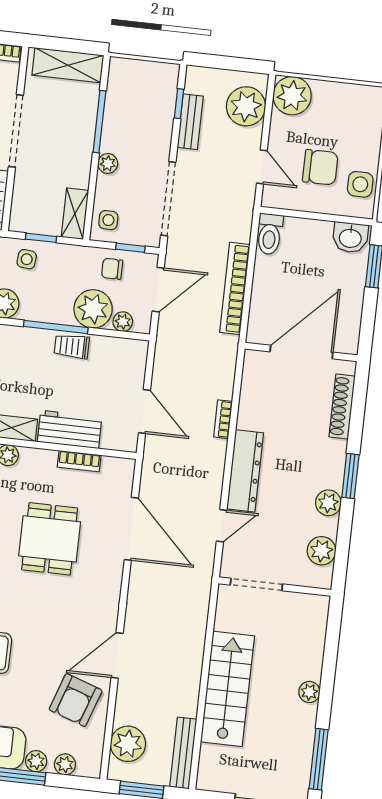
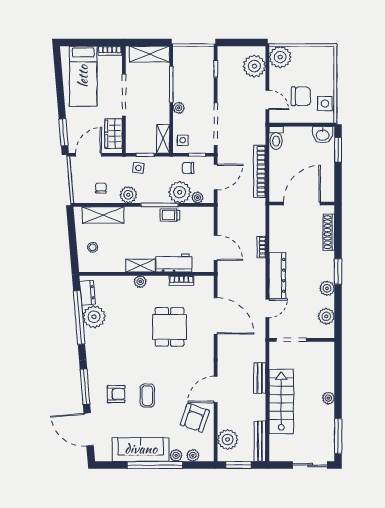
bench: (190, 122) -> (260, 378), moved

